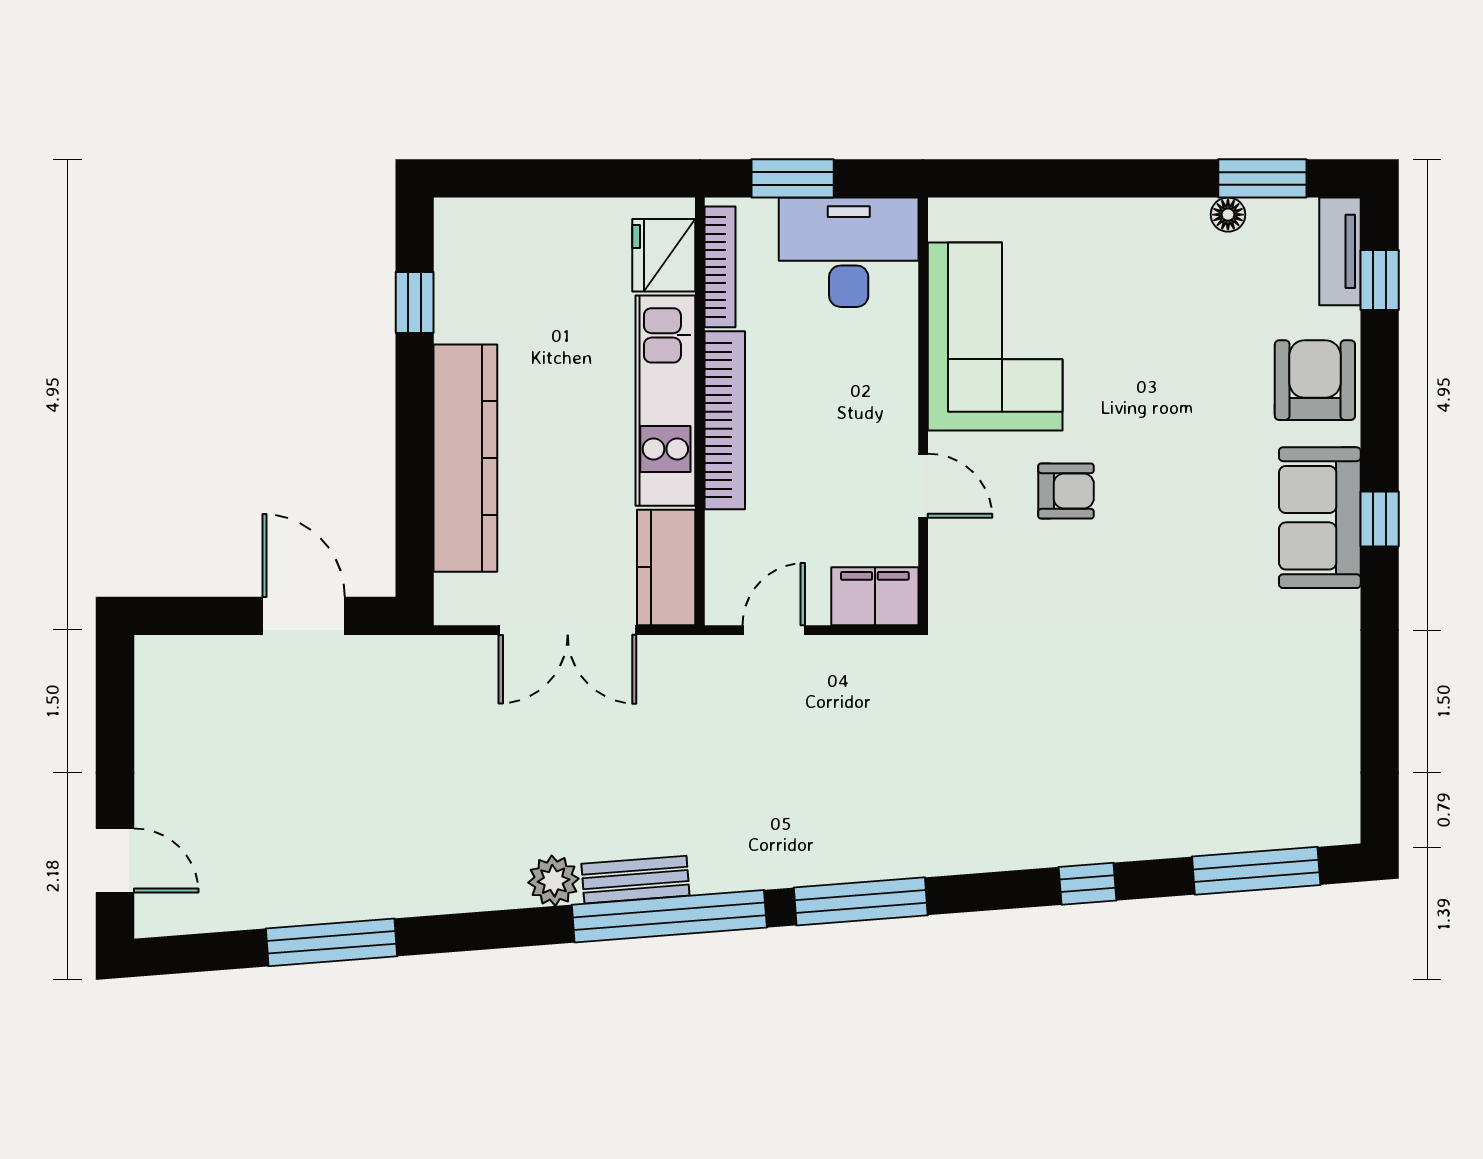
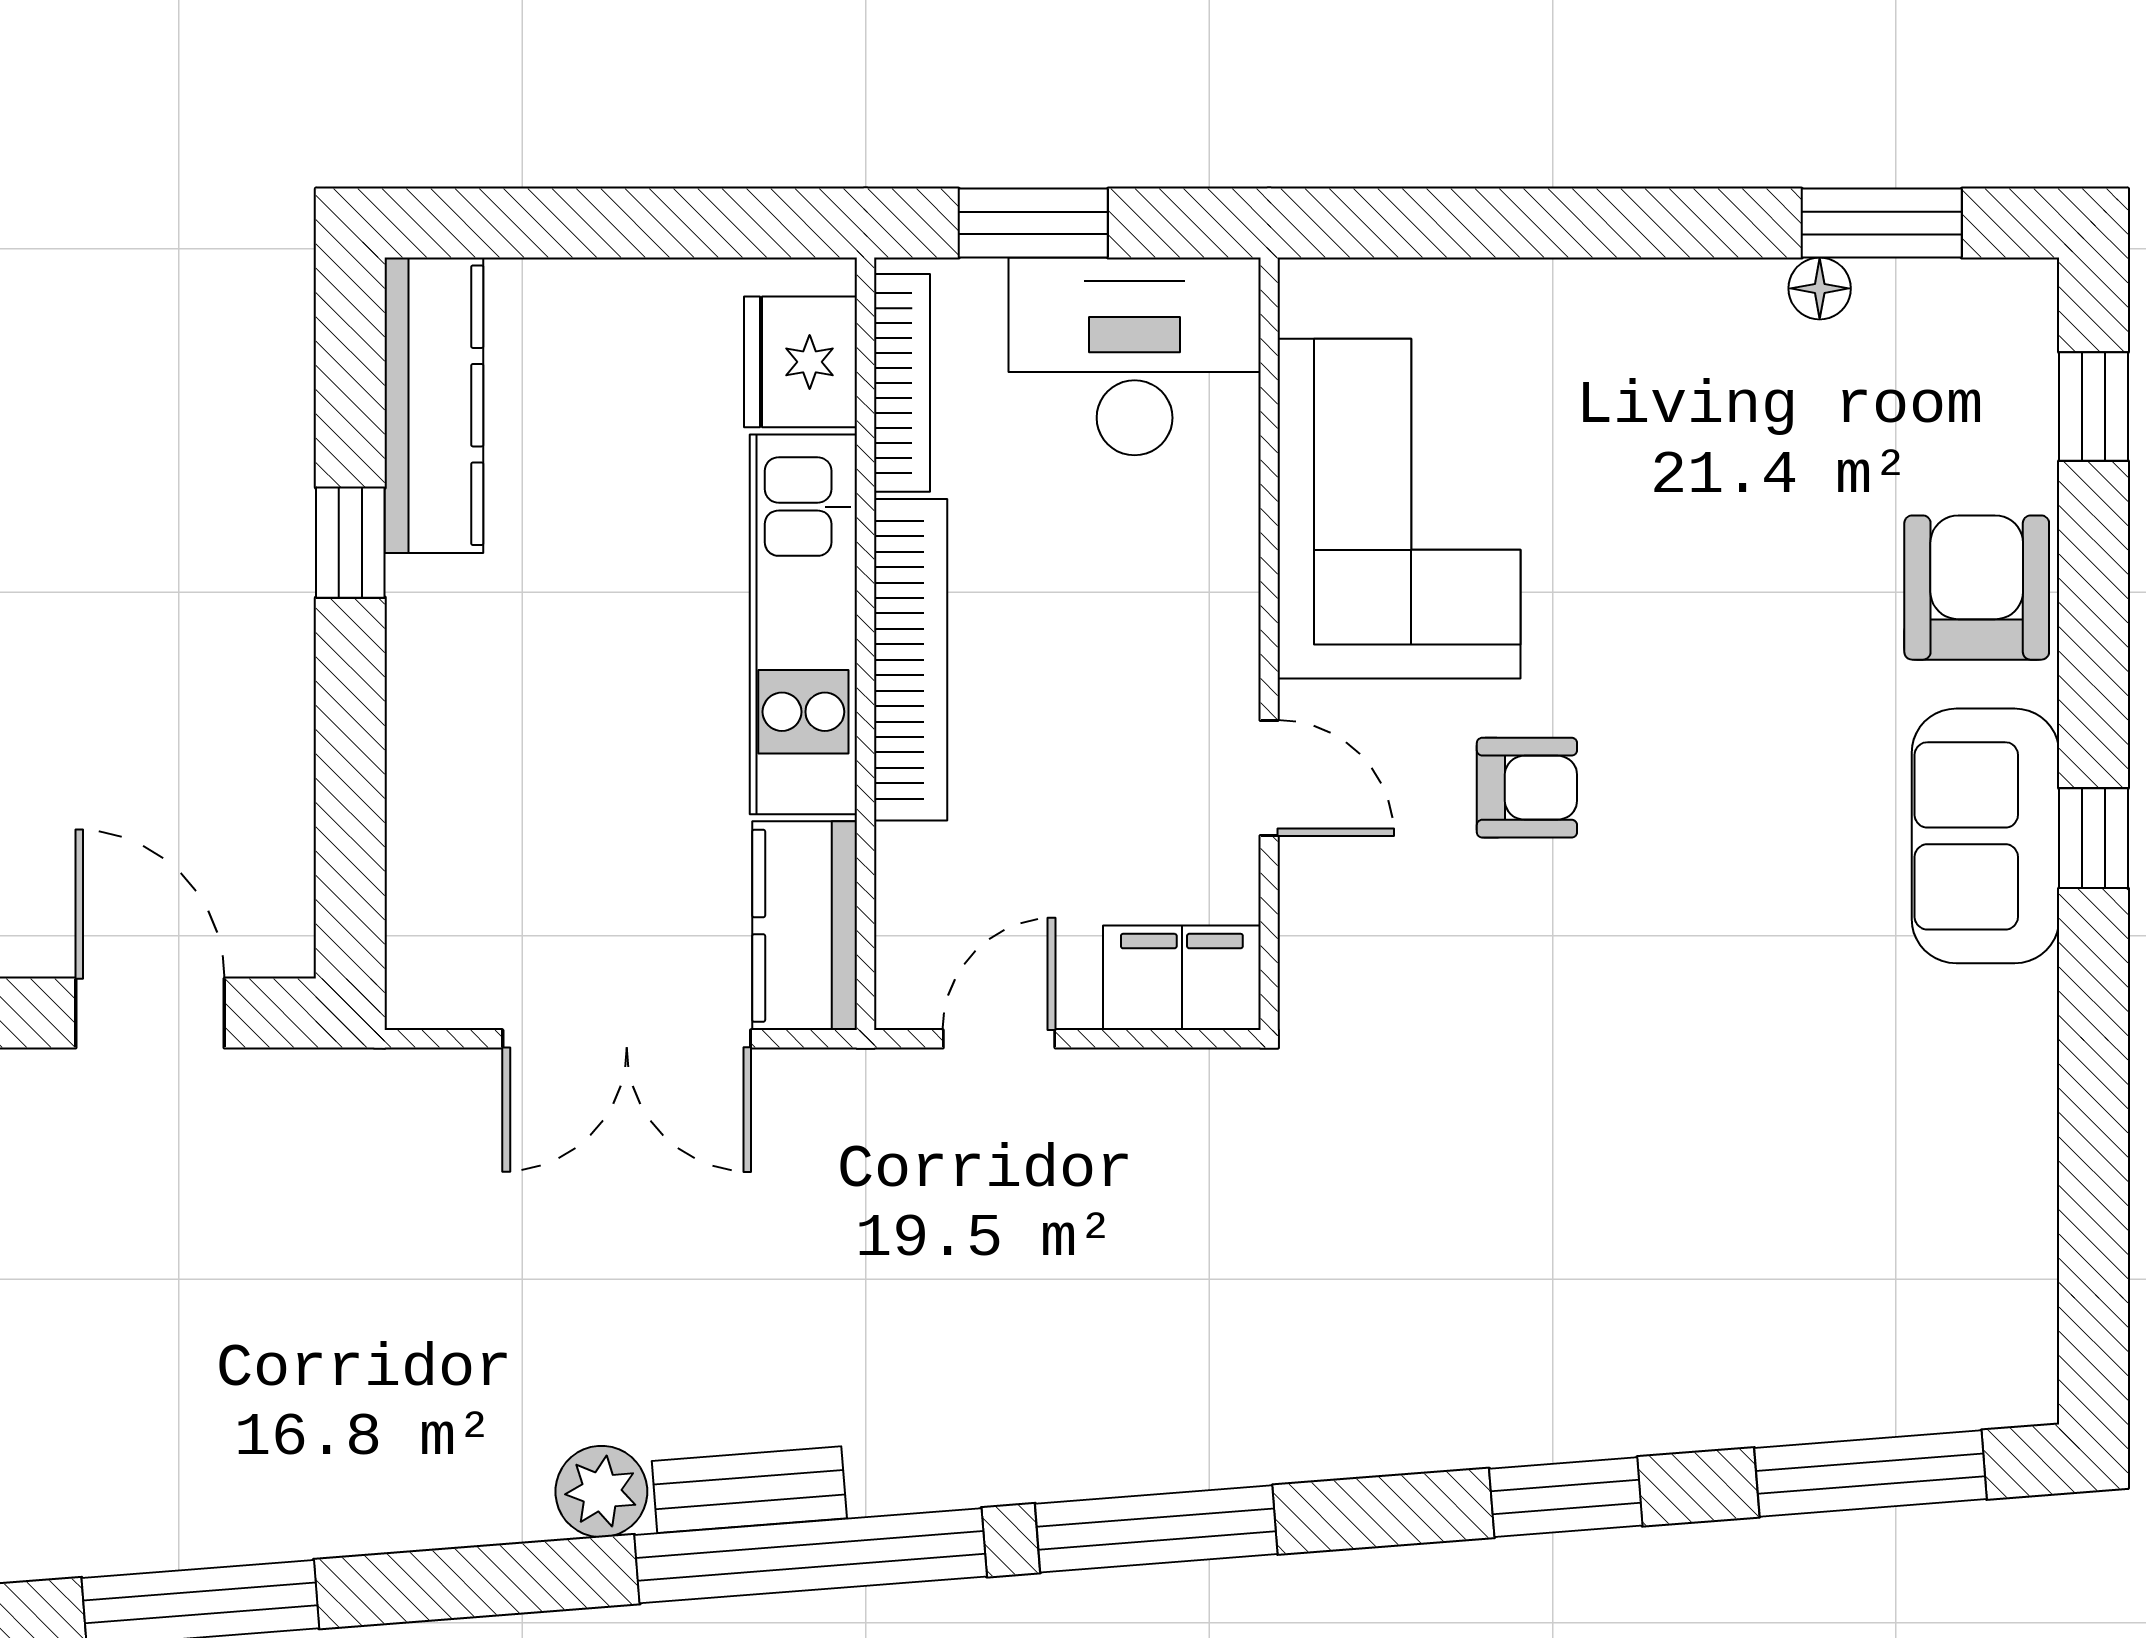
tv unit: (1340, 251) -> (2022, 355), removed
window: (415, 302) -> (350, 543), moved
kitchen counter: (465, 458) -> (434, 405), moved, width x0.72, depth x0.86
window: (1087, 884) -> (1566, 1497), width x1.50

